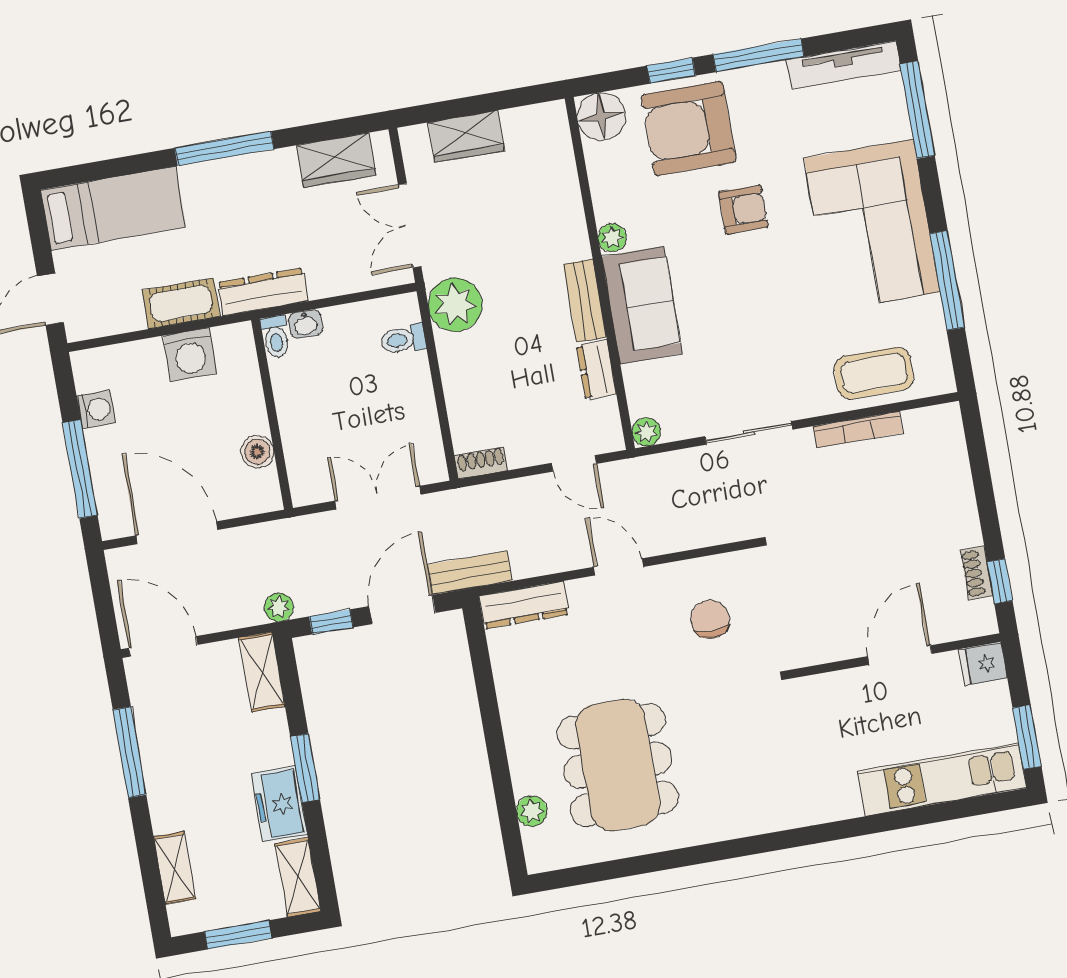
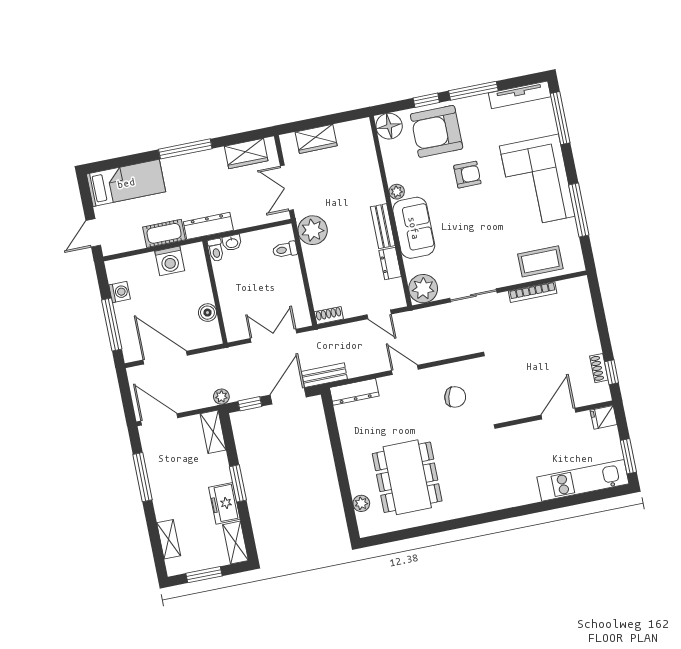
plant: (646, 432) -> (423, 289), width x1.88, depth x1.88
chair: (710, 619) -> (455, 397), turned 104

